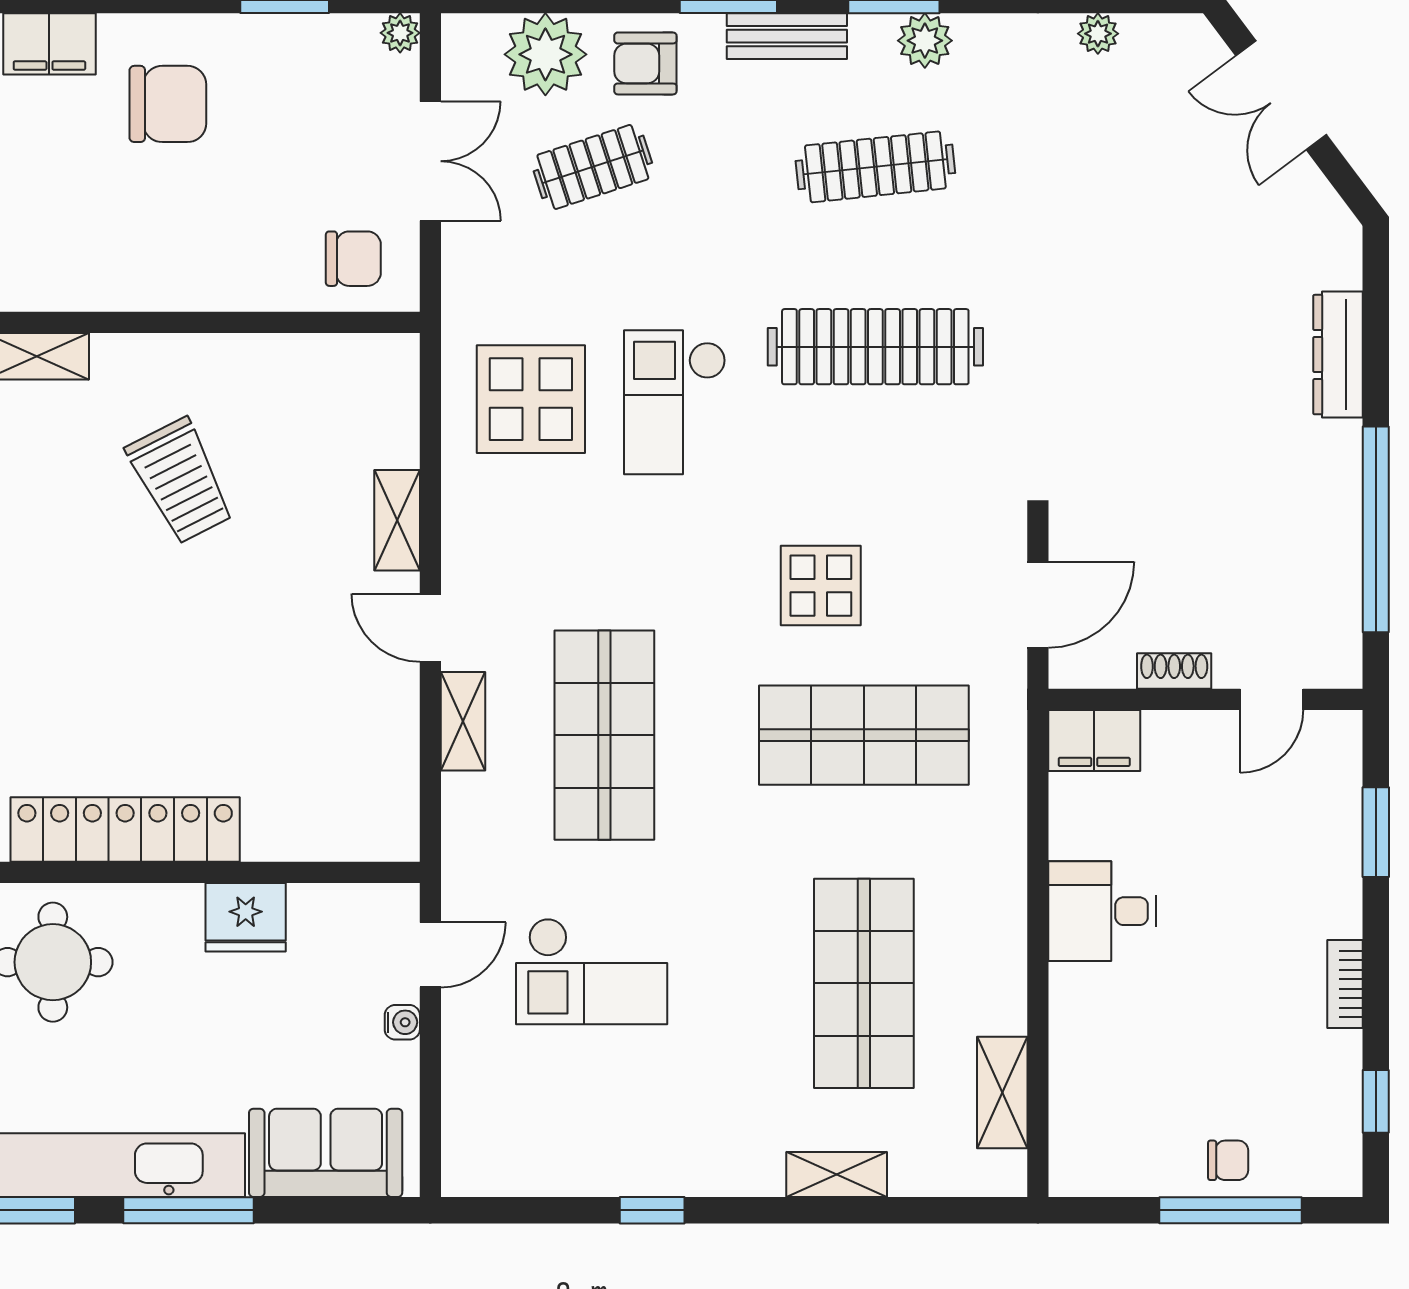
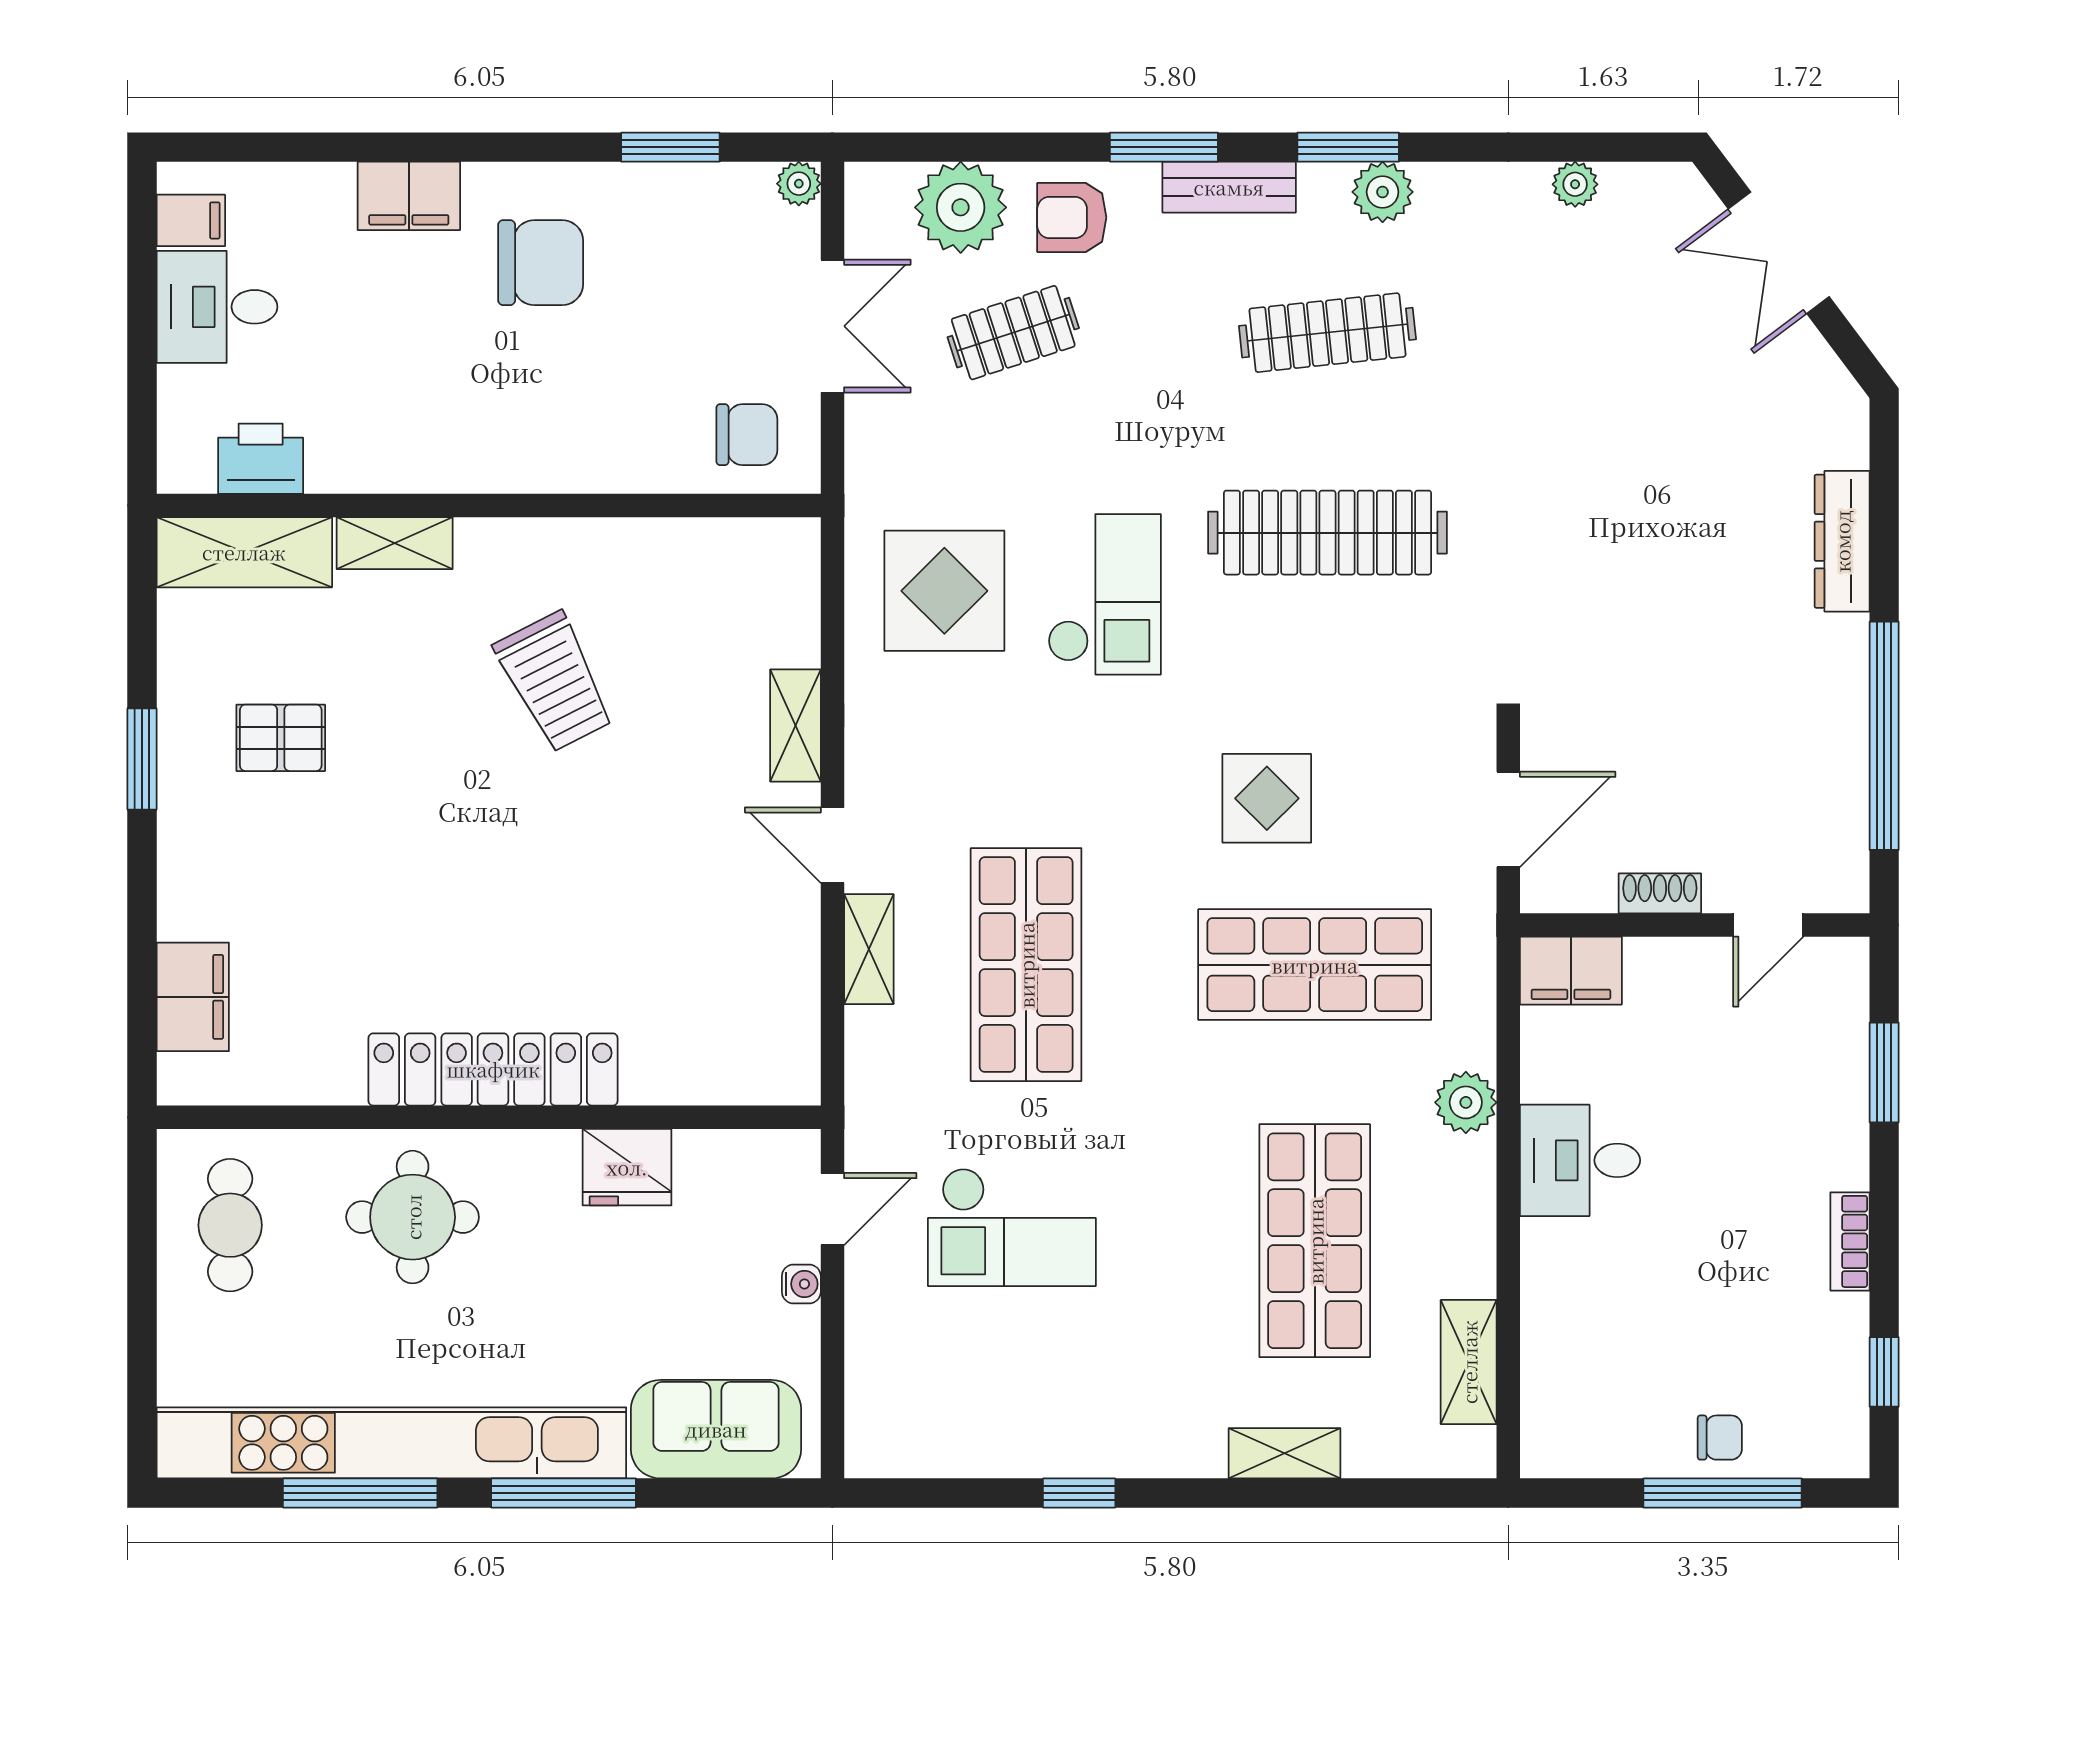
checkout: (675, 402) -> (1104, 594), turned 180
plant: (1000, 859) -> (1466, 1102), added

